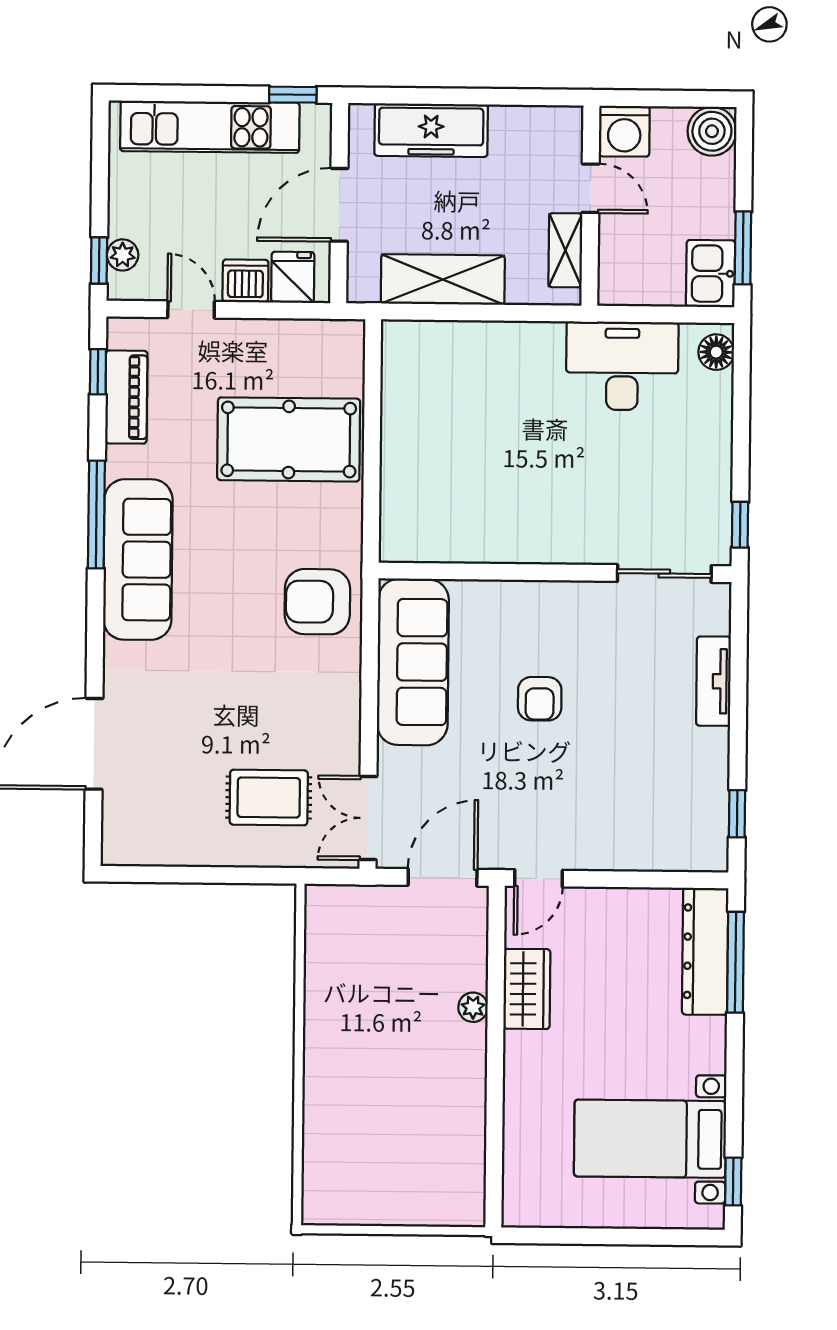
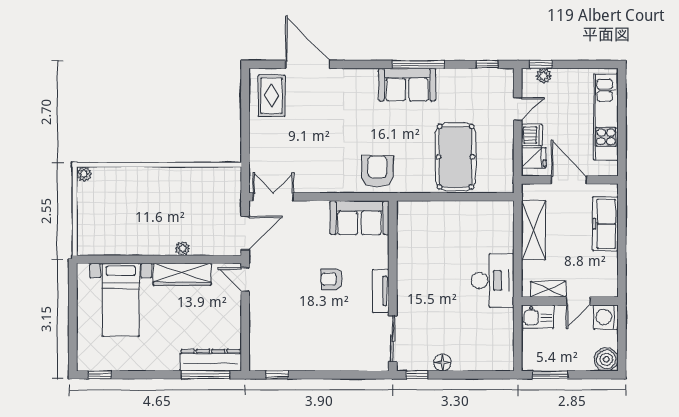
window: (293, 95) -> (622, 157), removed
kitchen sink: (711, 274) -> (538, 317), moved, turned 180
floor lamp: (716, 352) -> (442, 362), moved
desk: (622, 366) -> (493, 280), moved
piano: (126, 397) -> (475, 78), removed
sofa: (138, 559) -> (407, 85), width x0.73
sofa: (413, 662) -> (359, 218), width x0.73
tv unit: (714, 681) -> (381, 291), moved, turned -90
rug: (269, 797) -> (272, 96), moved
door: (443, 877) -> (245, 233), hinge flipped
wardrobe: (527, 989) -> (182, 274), width x1.50
bed with nightstands: (650, 1139) -> (121, 300), moved, turned 180
plant: (317, 1210) -> (84, 174), added

